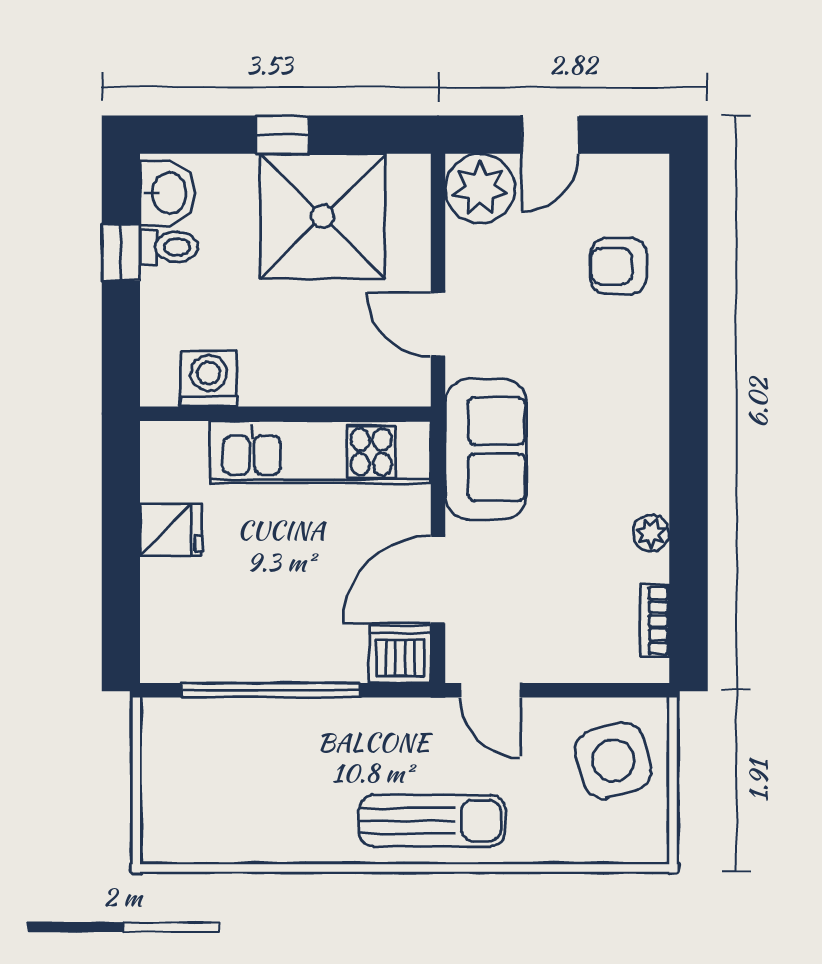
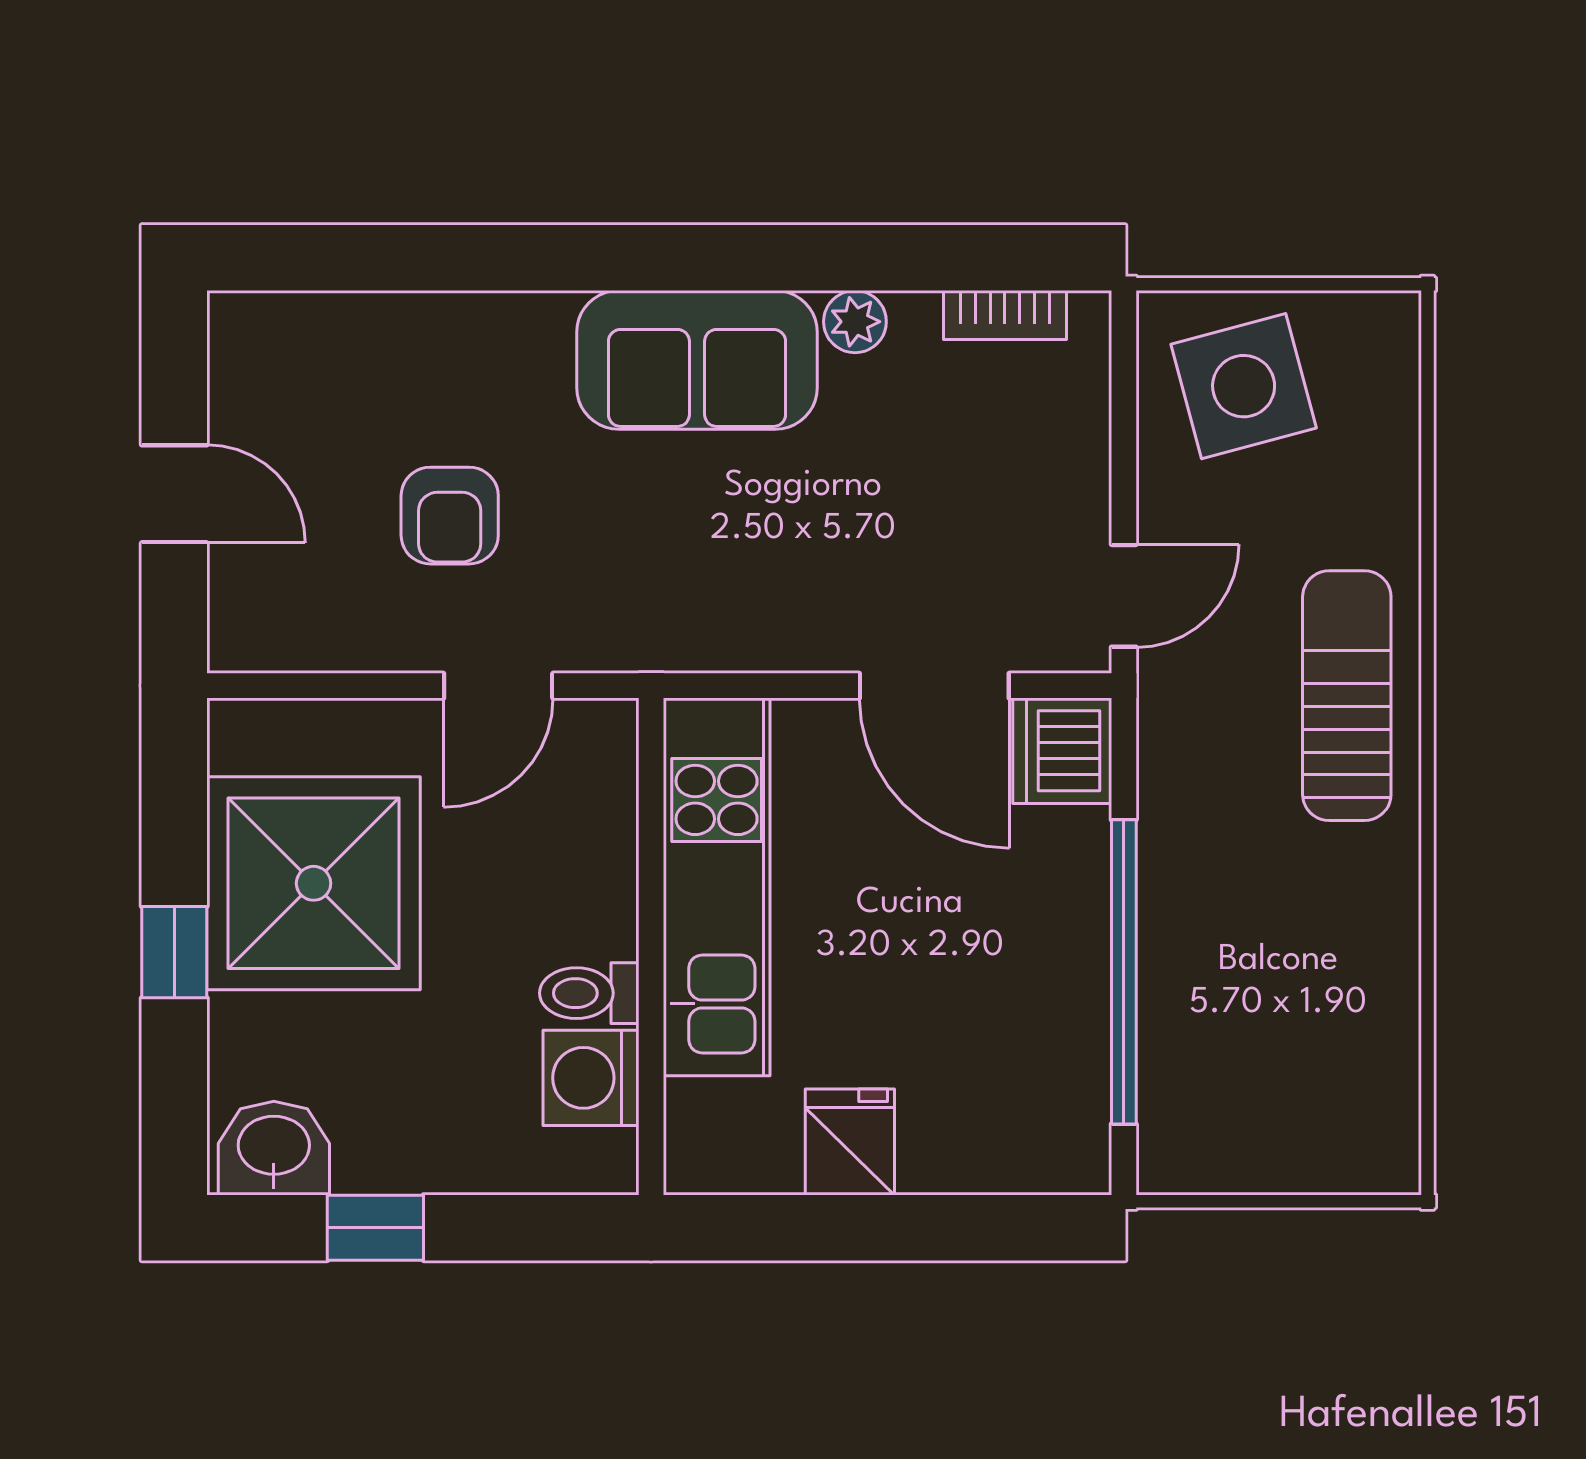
plant: (480, 189) -> (266, 614), removed
toilet: (169, 247) -> (589, 993), moved, turned -90
armchair: (618, 266) -> (450, 516), moved
sofa: (486, 449) -> (697, 360), moved, turned 180

